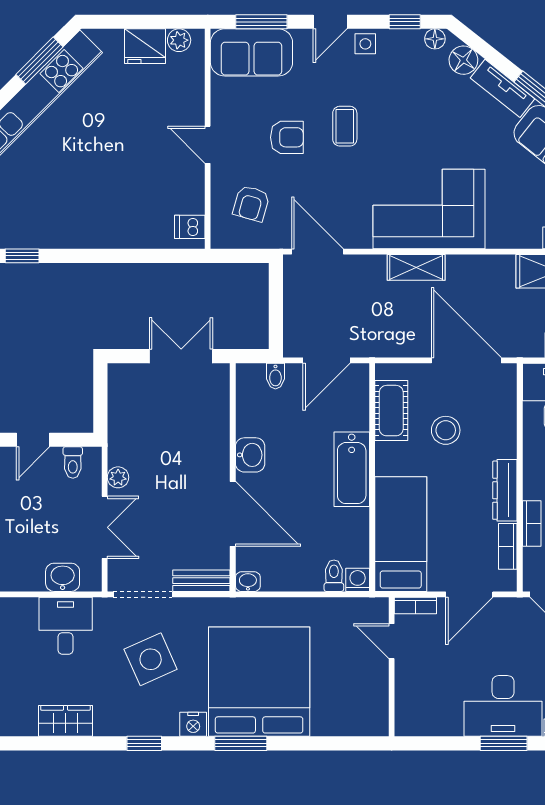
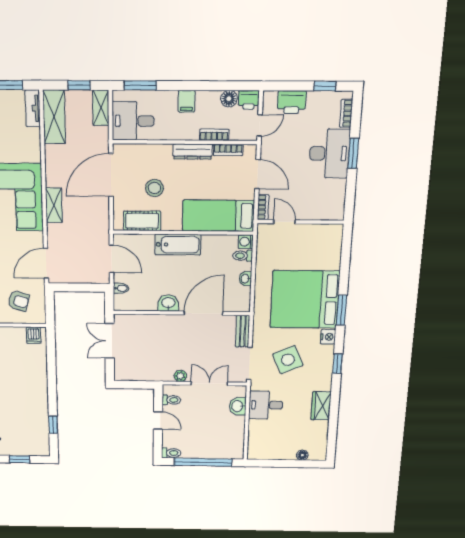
washbasin: (248, 582) -> (245, 279), moved
door: (392, 641) -> (285, 222), swing flipped

